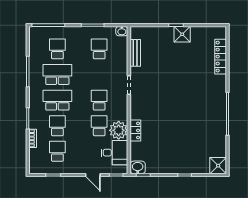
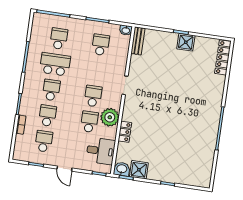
bench: (135, 53) -> (138, 41), moved
locker: (221, 57) -> (223, 57), moved
school desk: (57, 100) -> (51, 90), width x0.54
plant: (119, 130) -> (110, 117), moved
shower: (218, 166) -> (139, 170), moved
door: (93, 175) -> (64, 169), moved

